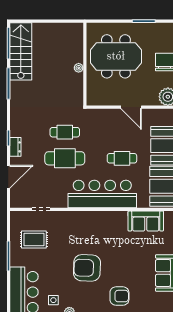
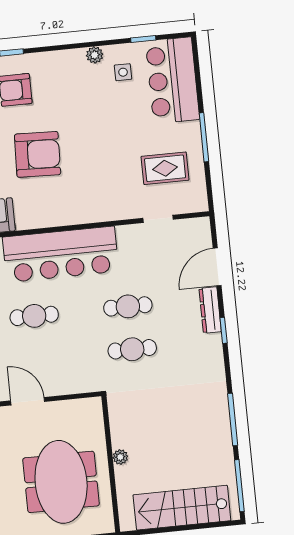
stairs: (21, 51) -> (182, 508), moved, turned 90
meeting table: (116, 56) -> (61, 482), turned 90
dresser: (15, 147) -> (210, 310), width x1.44
cafe table: (65, 158) -> (128, 306), width x0.73, depth x0.74
armchair: (87, 268) -> (38, 154), moved

